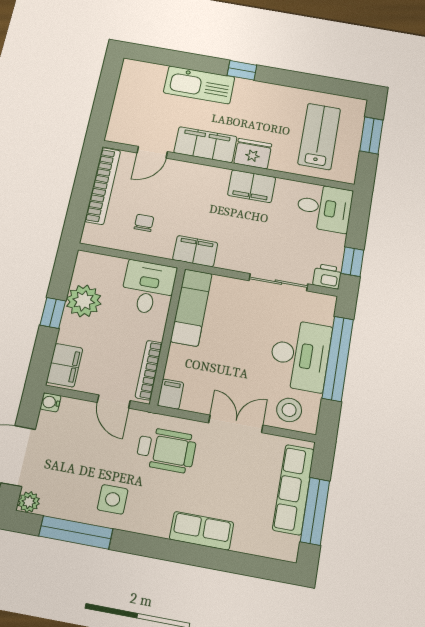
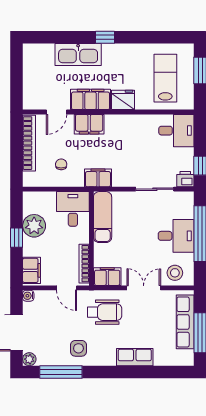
filing cabinet: (252, 186) -> (89, 124), moved
desk: (300, 355) -> (176, 236), width x0.73
filing cabinet: (171, 394) -> (107, 277), width x2.00

